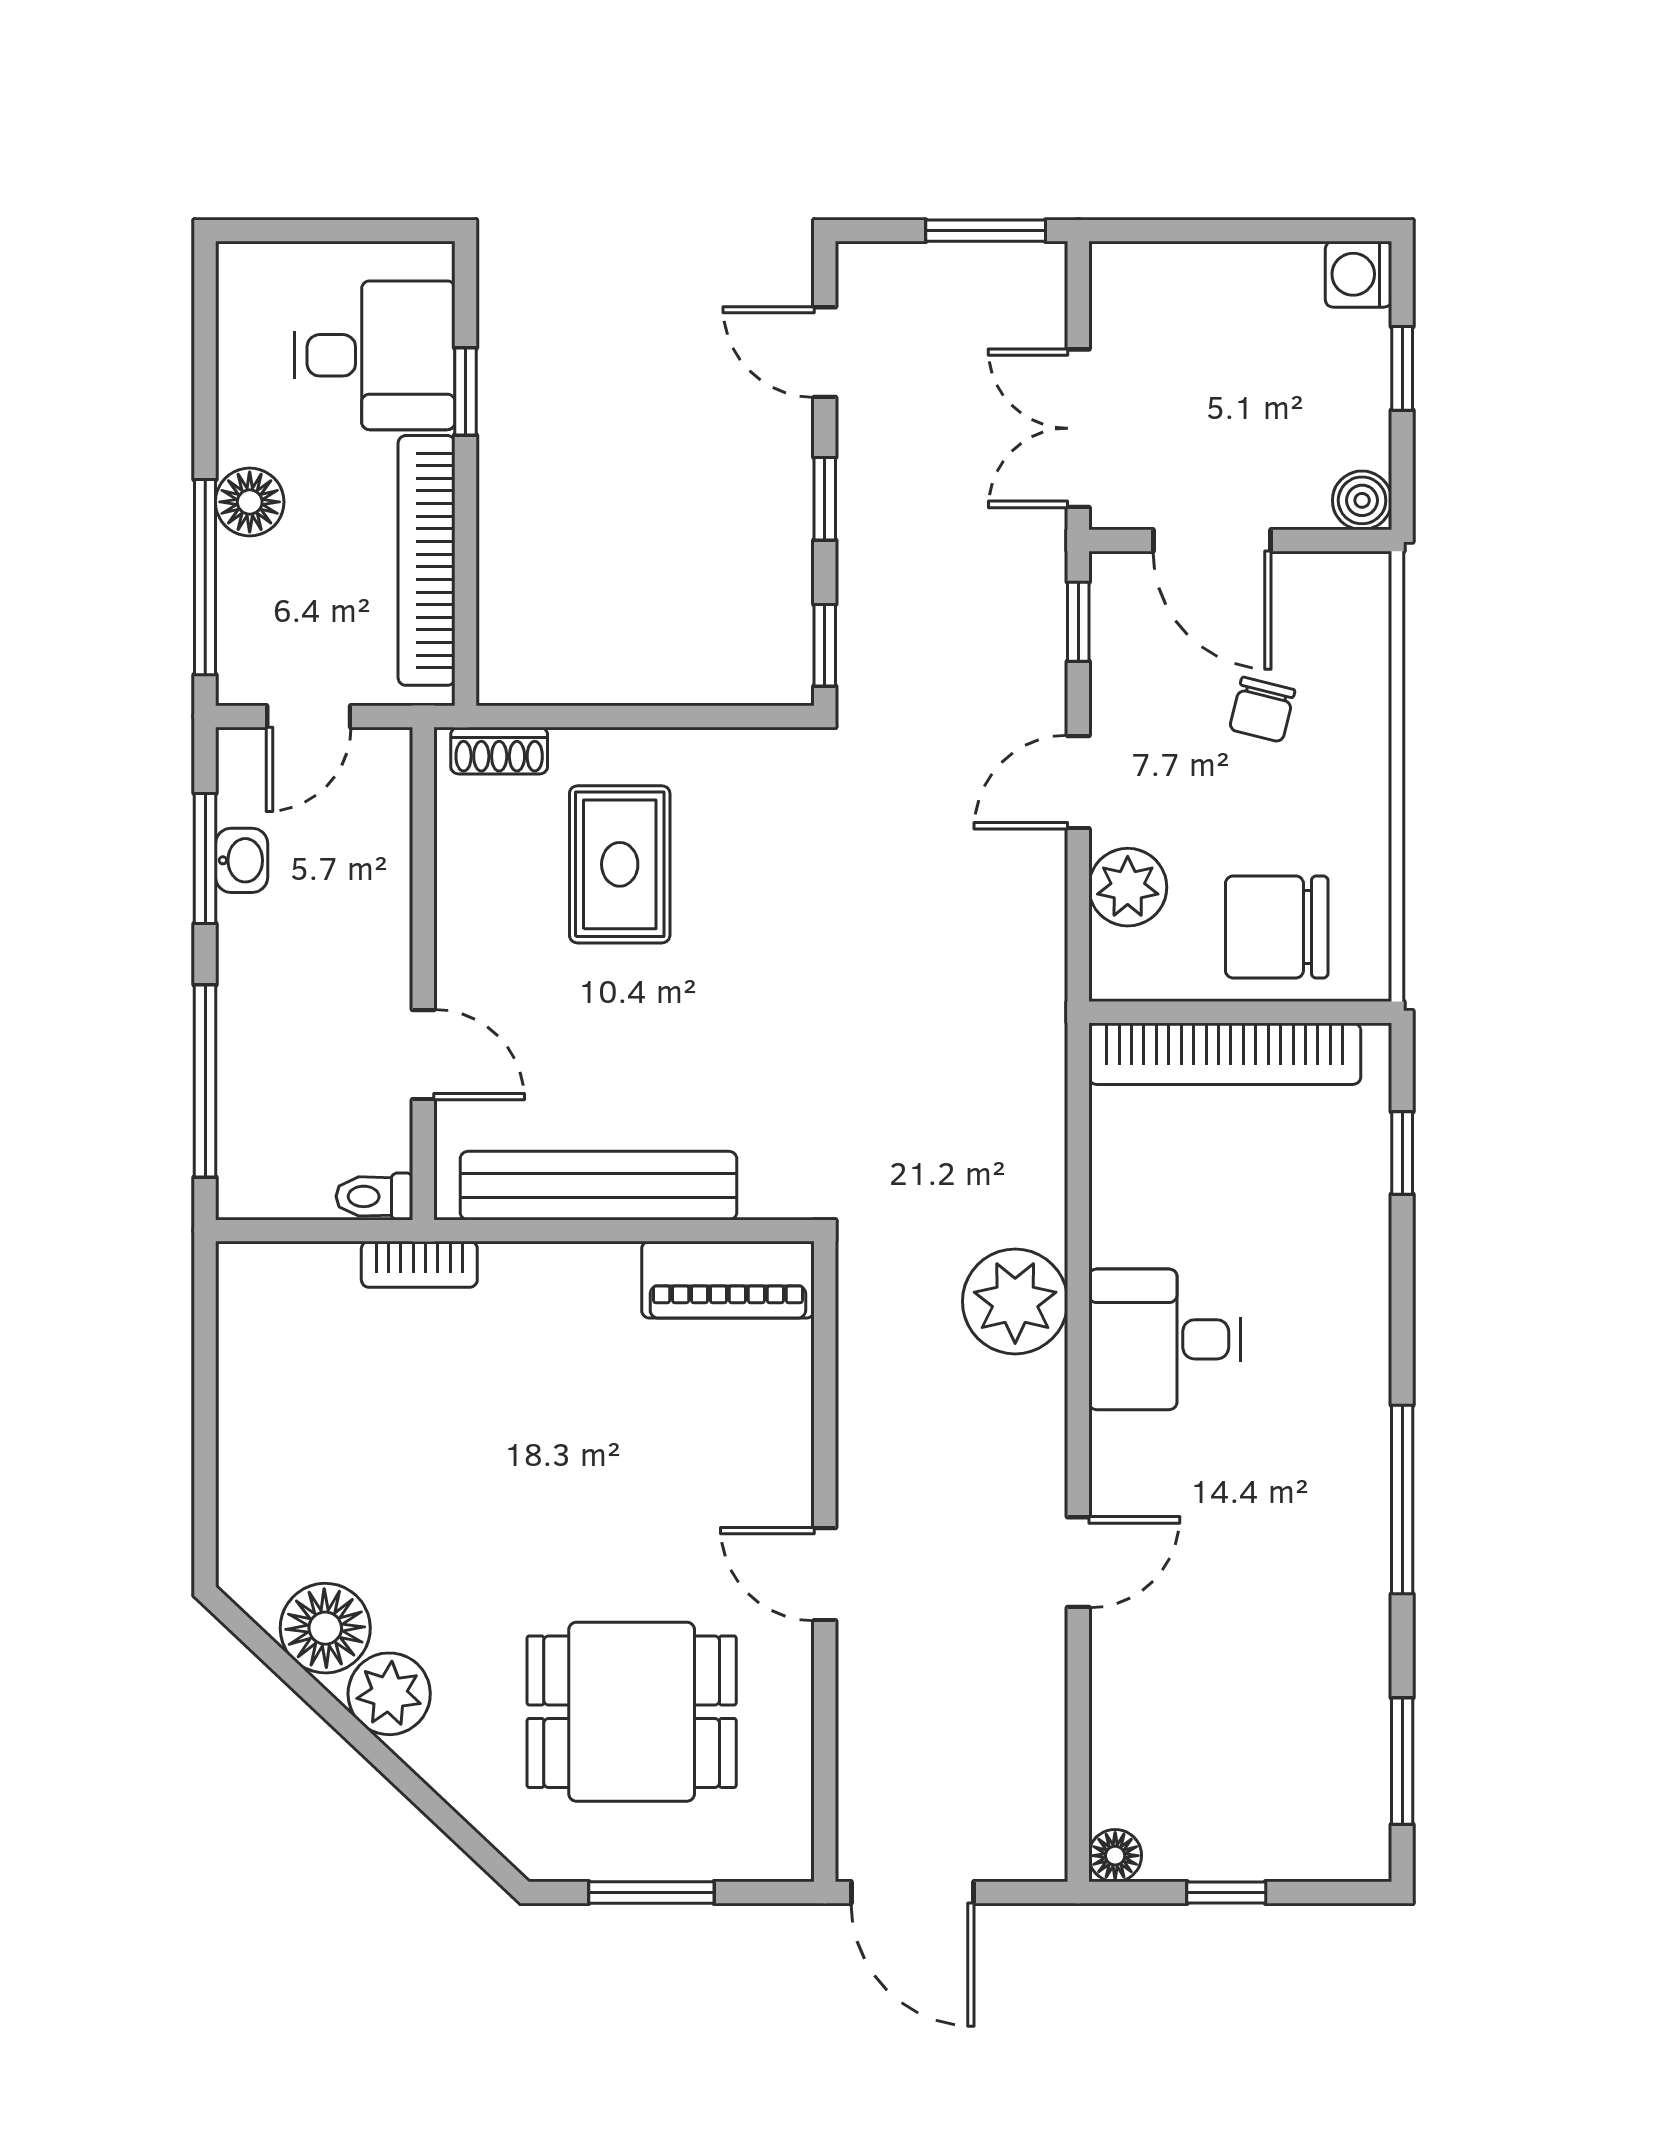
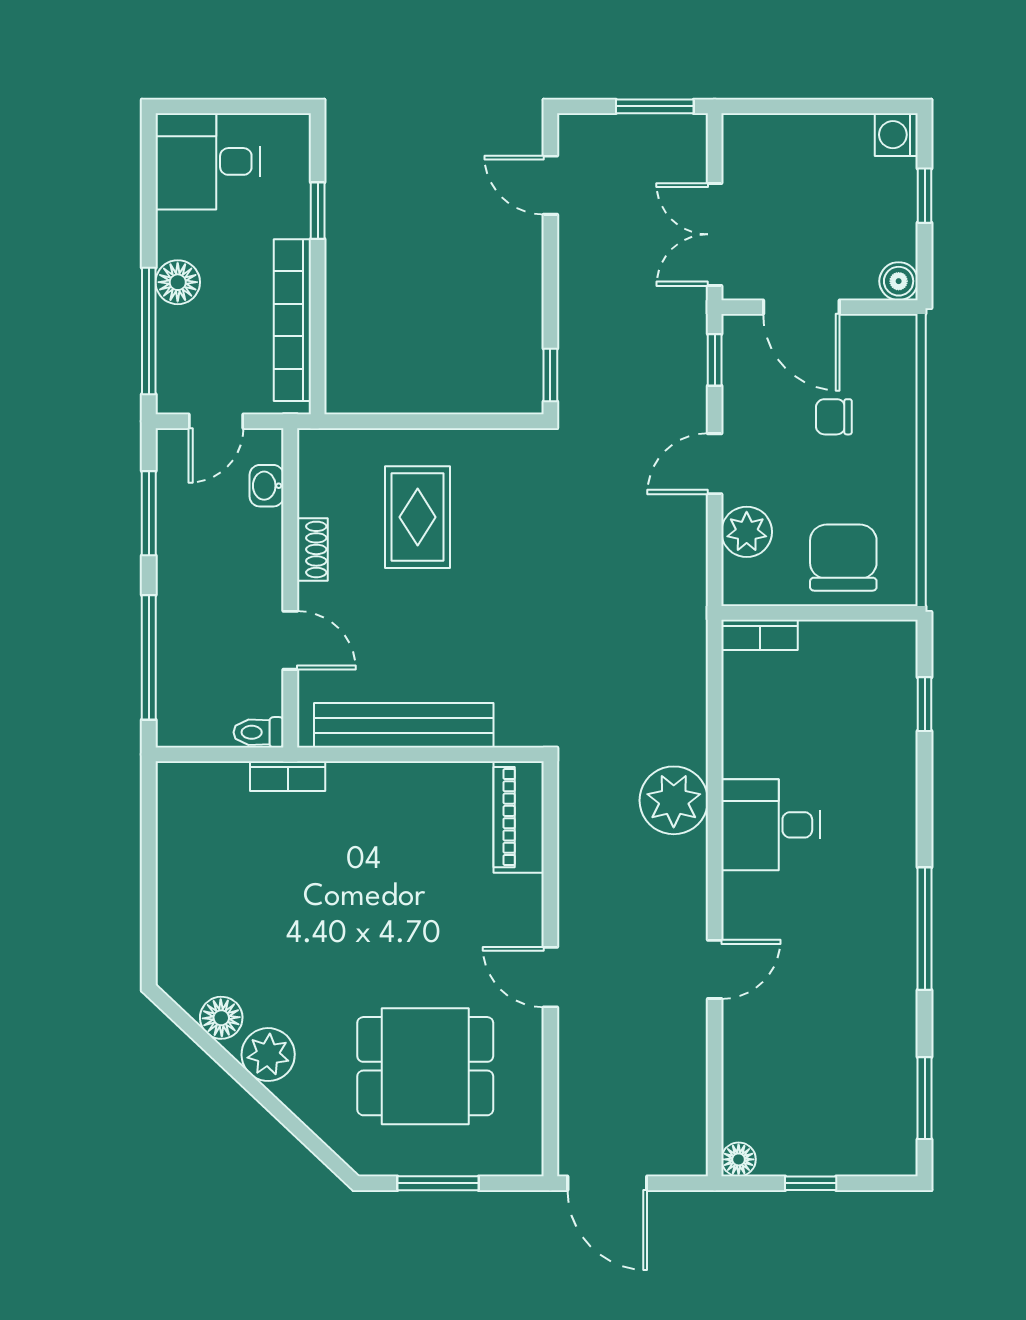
desk: (375, 355) -> (208, 161), moved, turned 180
window: (825, 499) -> (550, 280), removed
chair: (1262, 710) -> (834, 417), turned 76
shoe rack: (499, 751) -> (312, 549), moved, turned -90
washbasin: (242, 860) -> (267, 486), moved, turned 180
chair: (1277, 927) -> (843, 558), turned 90
bookcase: (1225, 1054) -> (760, 635), width x0.43, depth x0.76
piano: (728, 1280) -> (519, 817), moved, turned 90
floor lamp: (325, 1628) -> (221, 1018), width x0.73, depth x0.73

